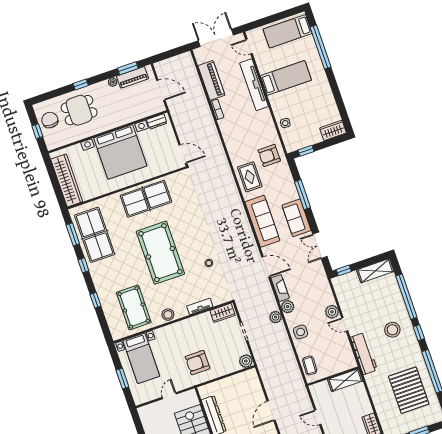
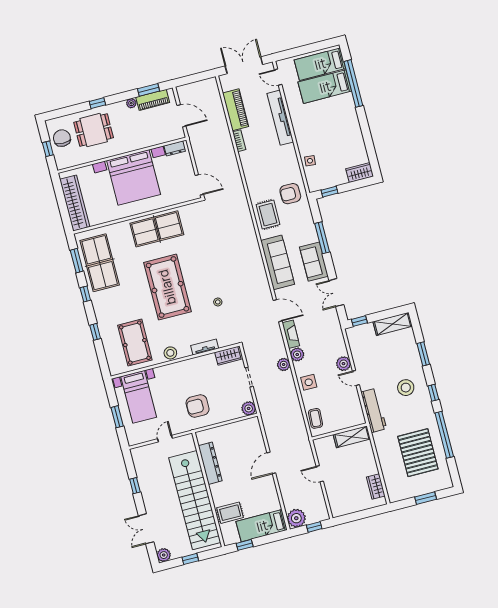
bed: (286, 78) -> (325, 87), moved, turned 180
window: (406, 297) -> (423, 354), width x0.47

